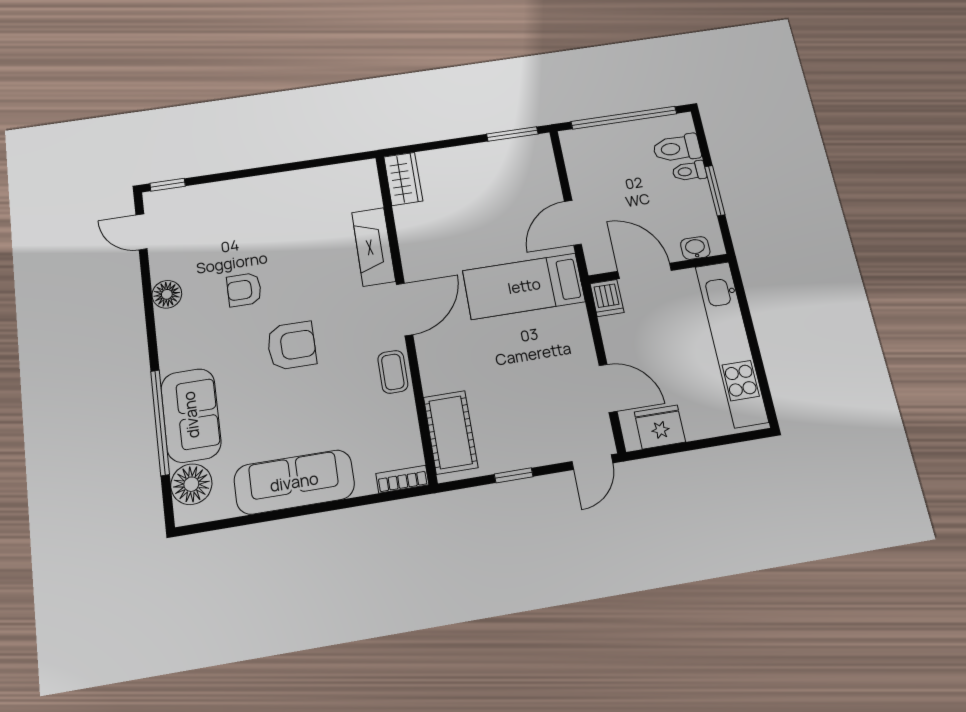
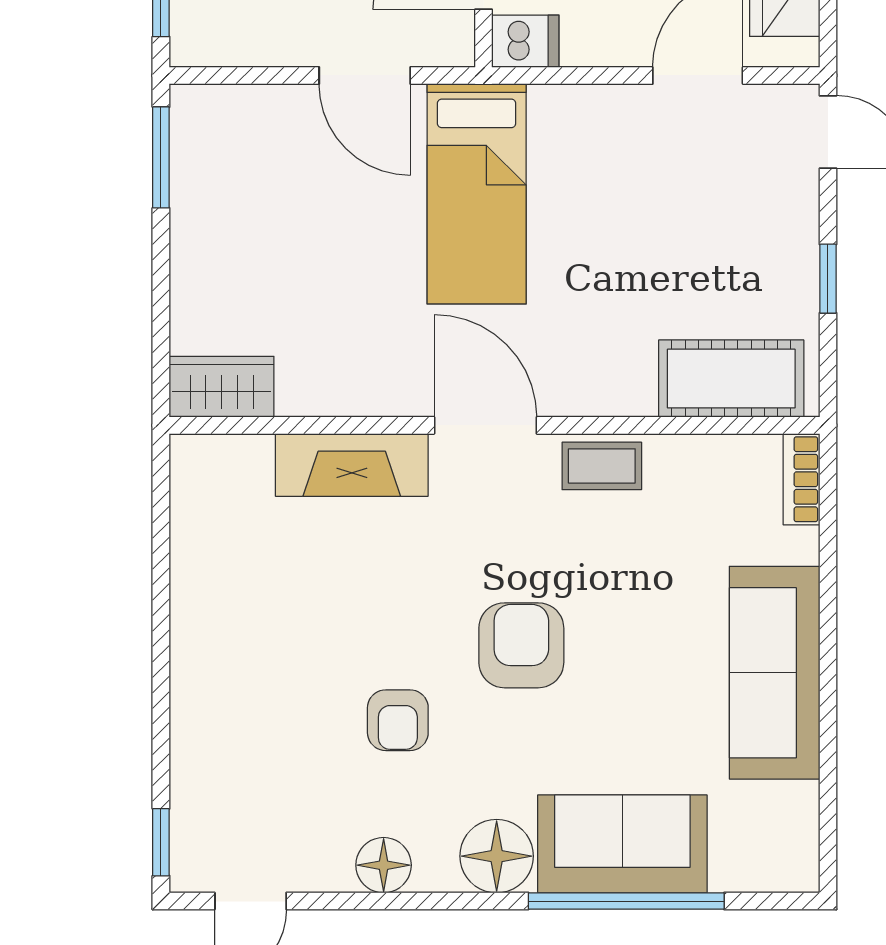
floor lamp: (191, 484) -> (497, 856), moved

